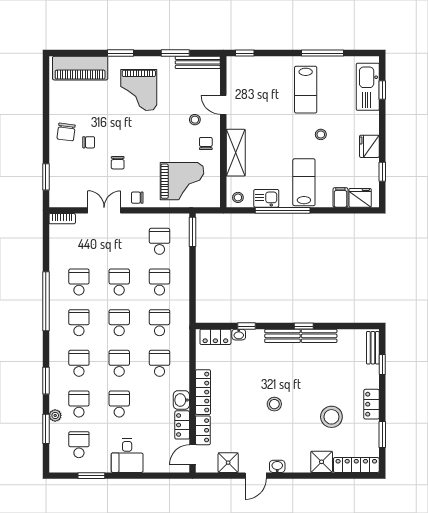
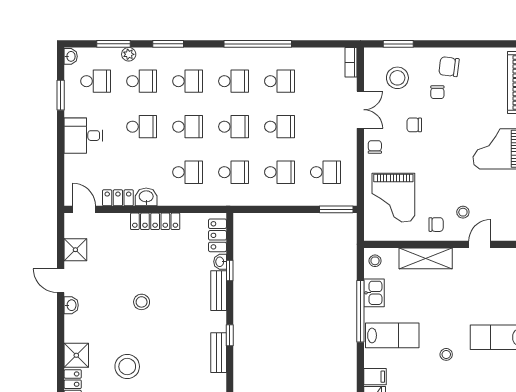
stool: (76, 178) -> (397, 78), added
bench: (283, 336) -> (219, 291), moved
locker: (203, 430) -> (112, 221), removed
washbasin: (57, 467) -> (71, 56), added

